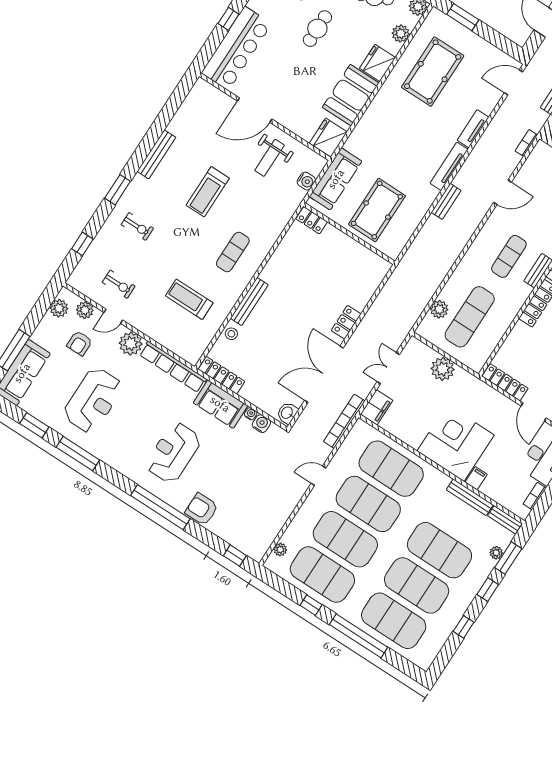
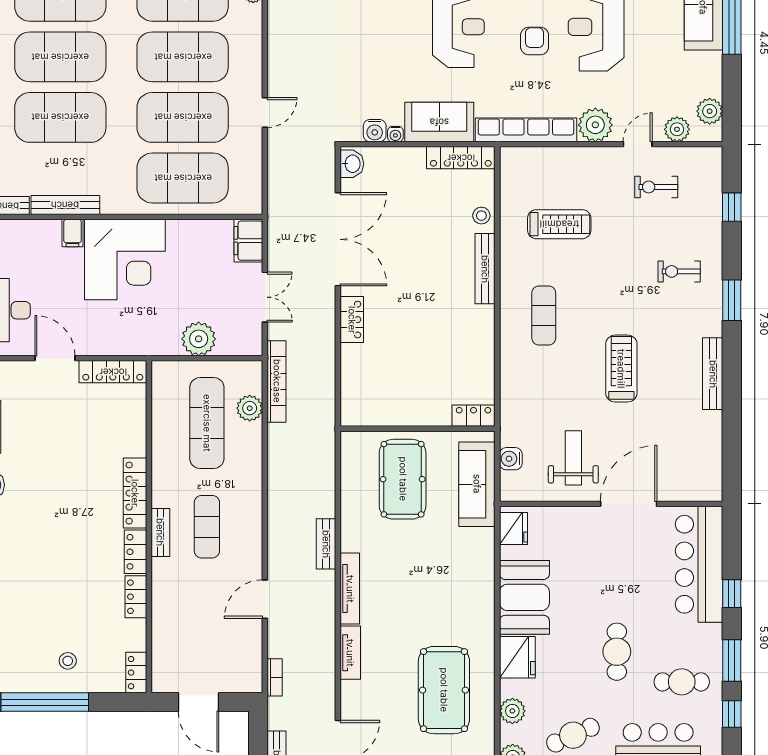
fridge: (328, 138) -> (513, 529), width x0.73, depth x0.75
armchair: (80, 343) -> (535, 41), moved
bookcase: (344, 421) -> (277, 381), moved

